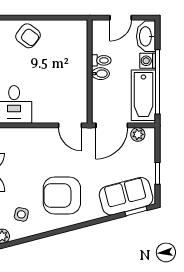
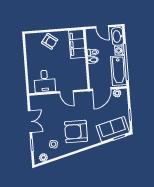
door: (121, 18) -> (102, 27), hinge flipped
filing cabinet: (75, 44) -> (77, 44), added
door: (70, 125) -> (66, 92), moved

